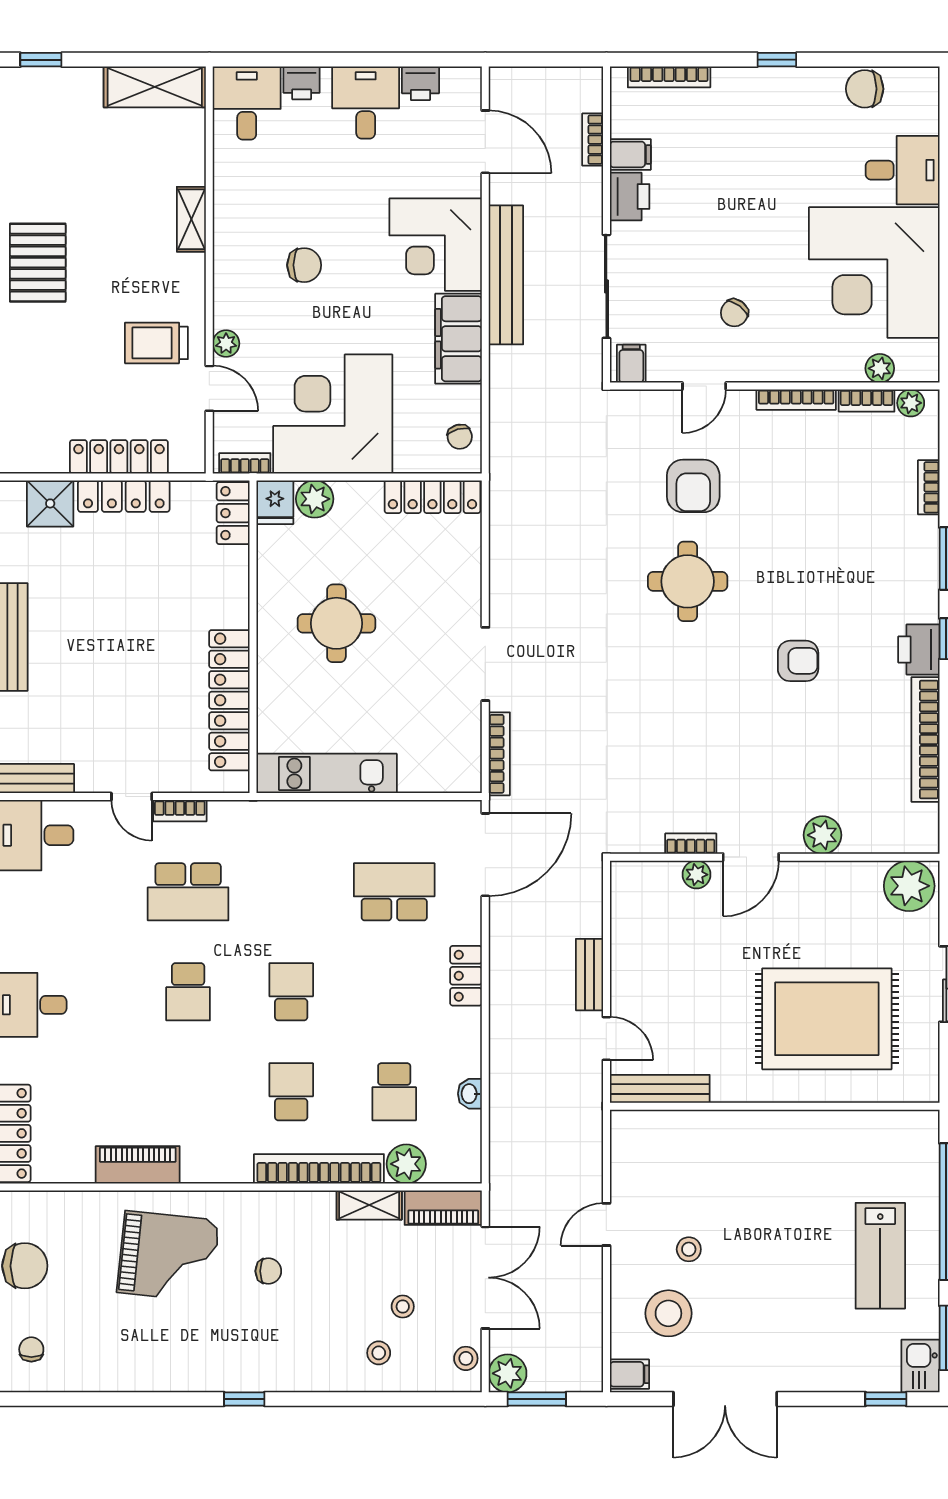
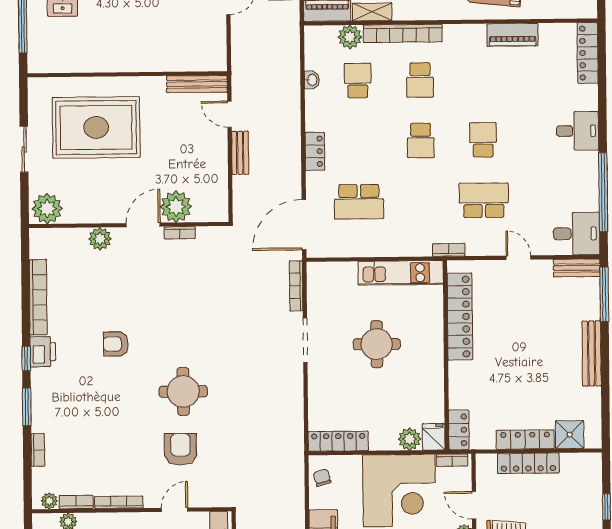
round table: (336, 623) -> (377, 344), moved
bookcase: (180, 811) -> (449, 250), moved
plant: (696, 875) -> (176, 207), width x1.87, depth x1.87

